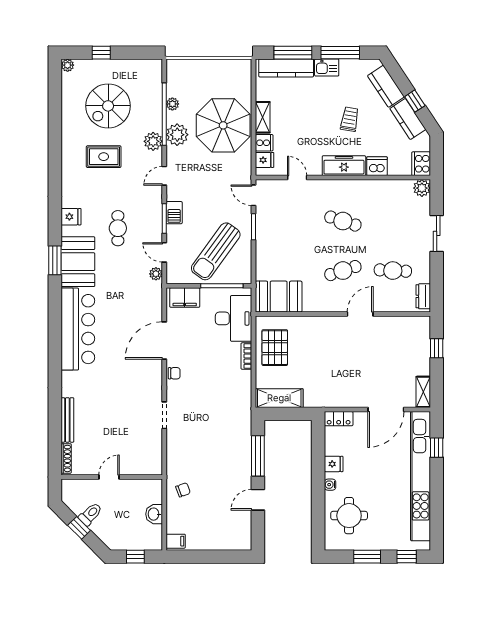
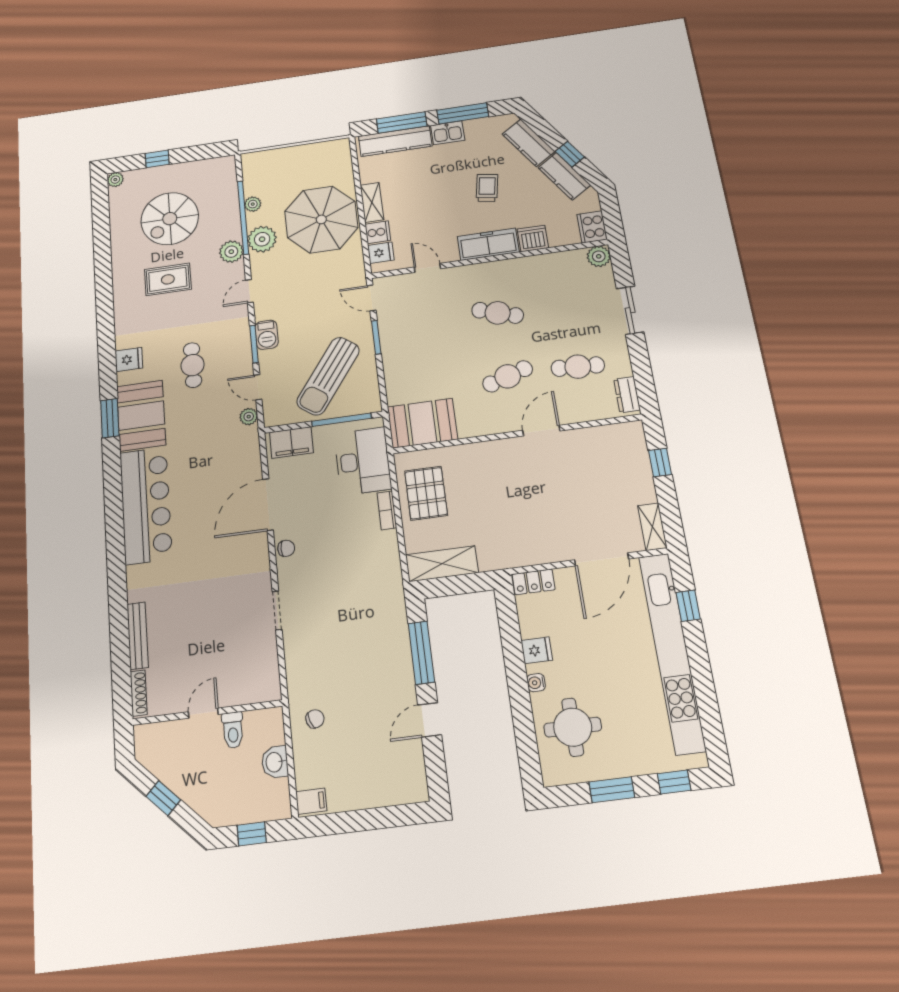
toilet: (90, 514) -> (233, 730), moved, turned 135

